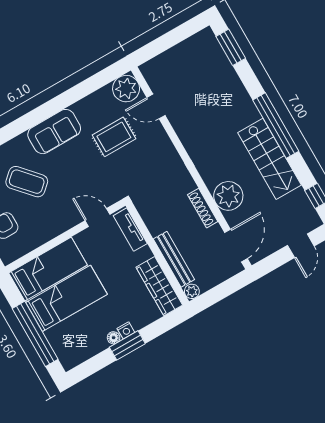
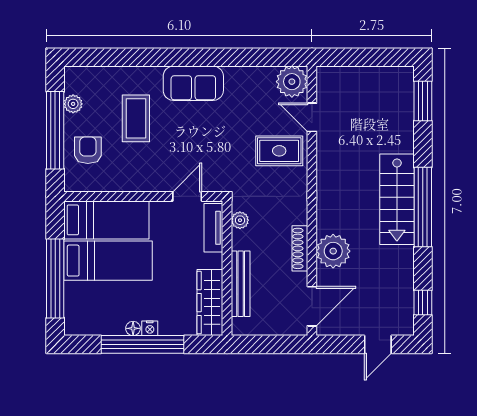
rug: (114, 137) -> (279, 151), moved
stairs: (270, 159) -> (397, 199), moved
coffee table: (27, 182) -> (136, 118), turned 42
door: (98, 218) -> (187, 196), hinge flipped
plant: (192, 291) -> (240, 220), moved
window: (127, 345) -> (143, 344), width x2.11

